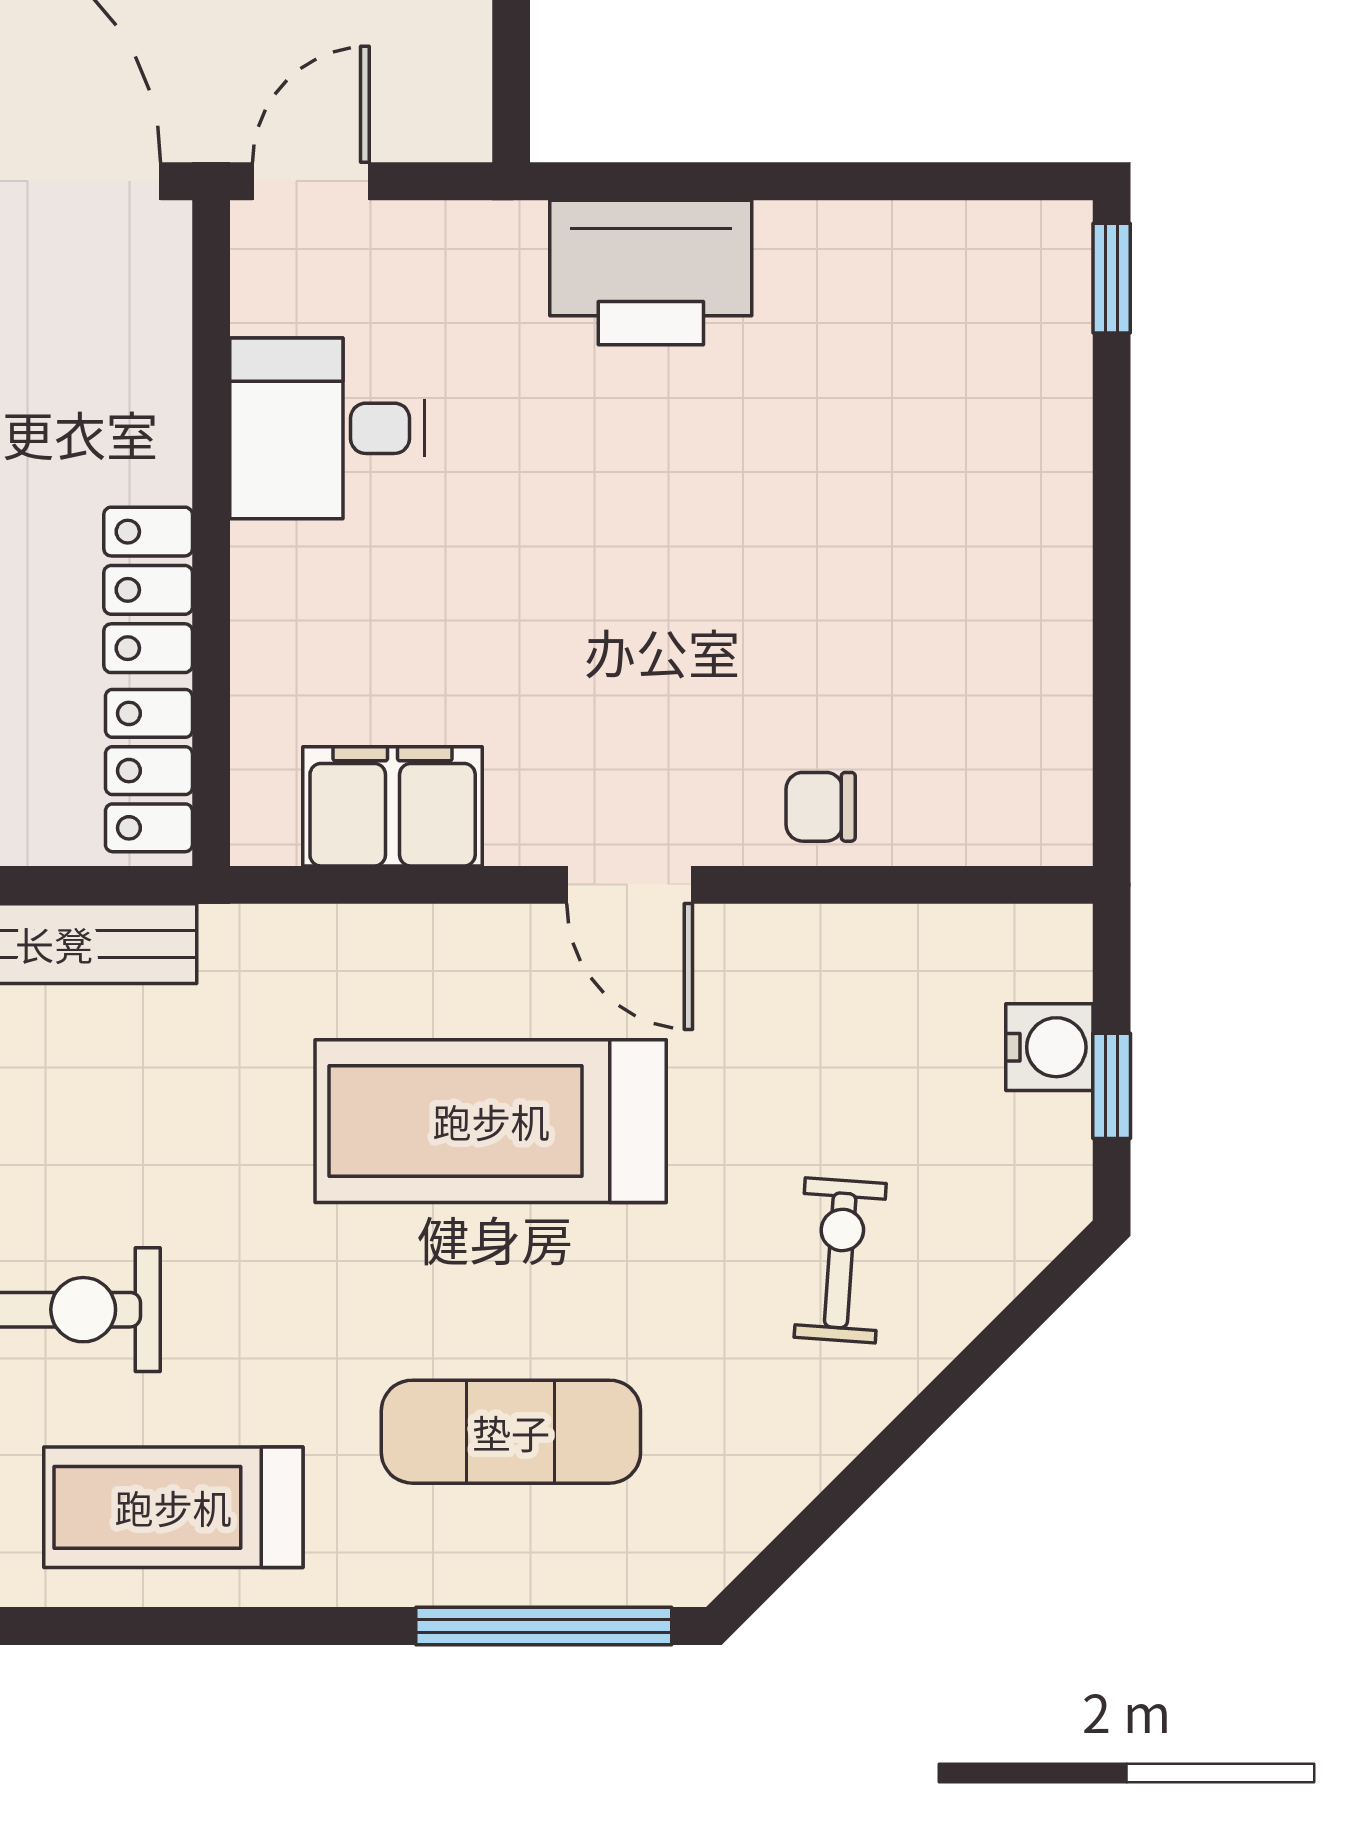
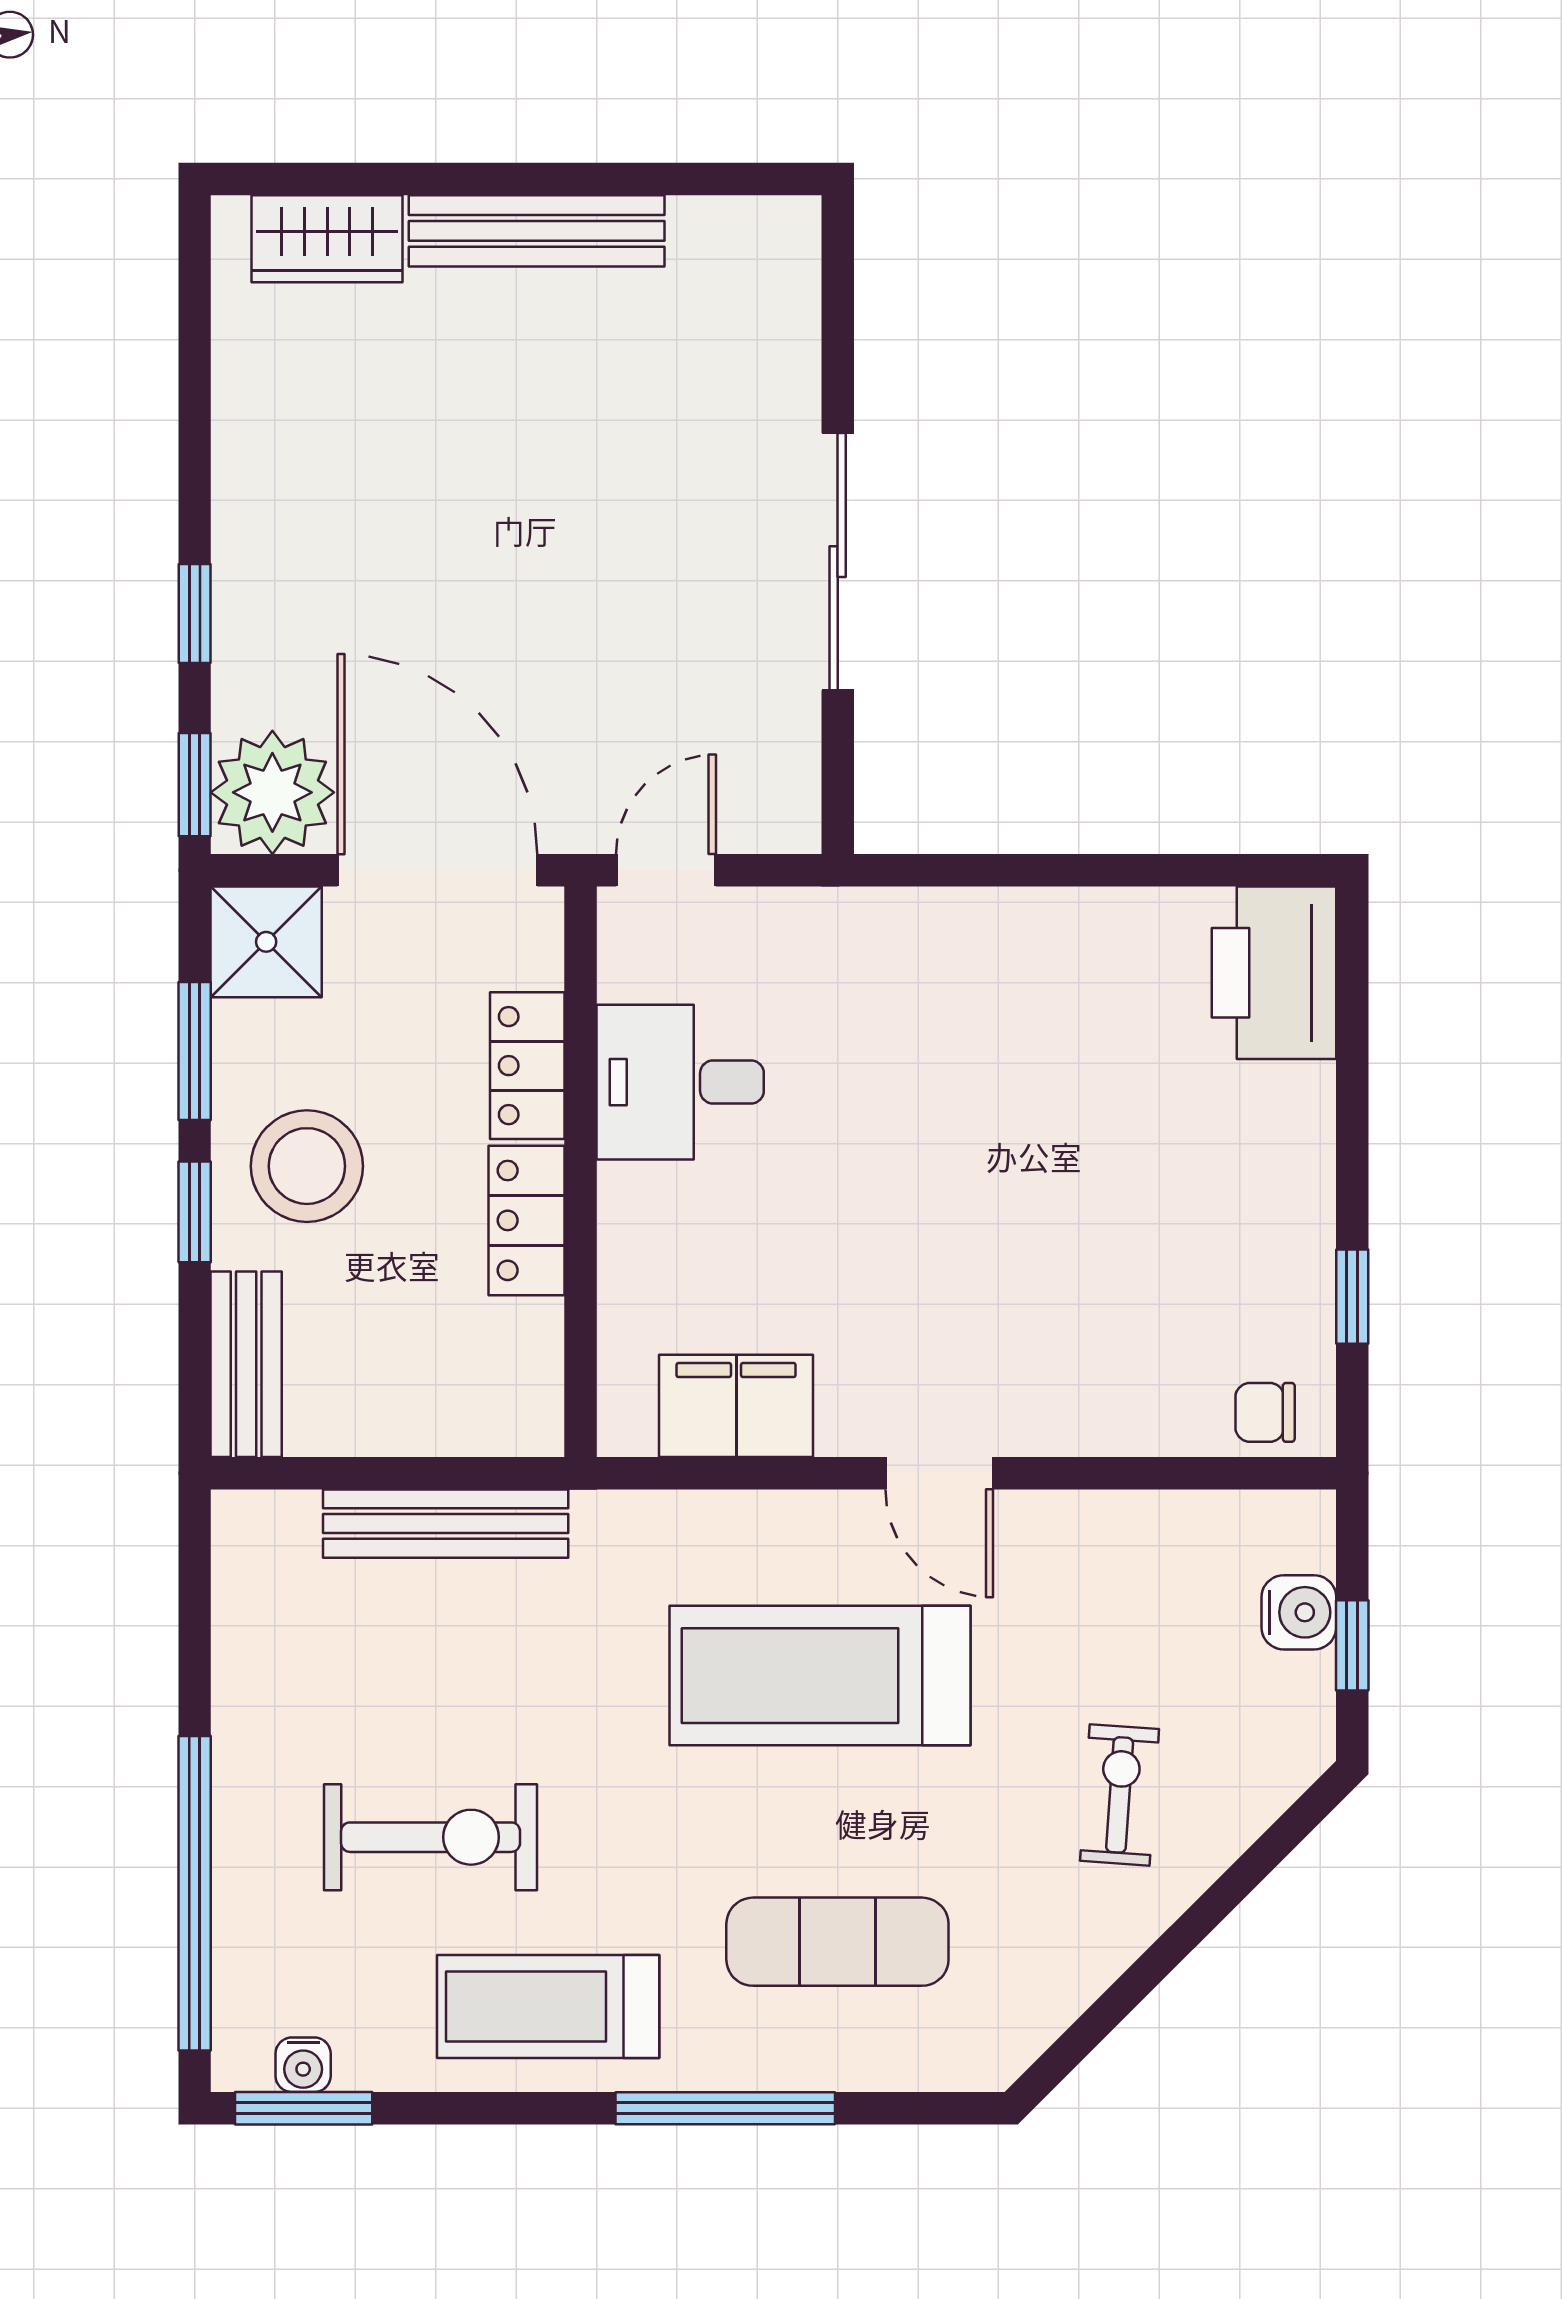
printer: (651, 272) -> (1274, 973), moved, turned 90
window: (1112, 278) -> (1352, 1297), moved
locker: (149, 771) -> (527, 1066), moved
chair: (821, 807) -> (1265, 1412), moved
window: (544, 1626) -> (725, 2108), moved

